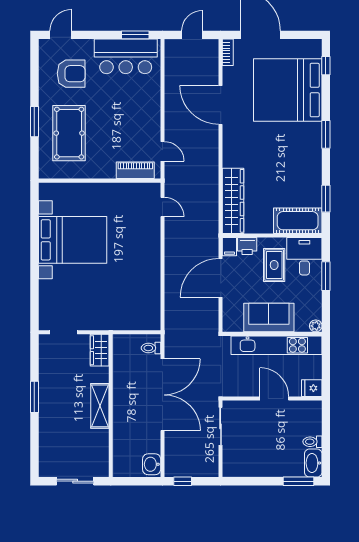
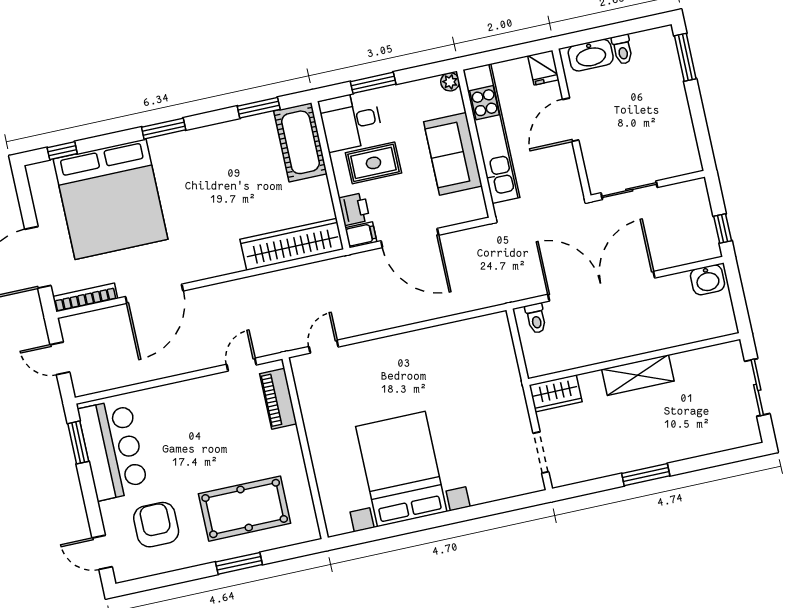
bookcase: (228, 52) -> (85, 298), width x1.56
washbasin: (313, 463) -> (591, 55), moved

